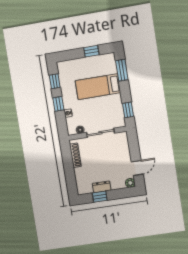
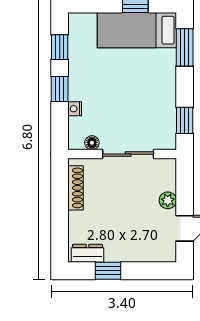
bed: (98, 87) -> (137, 30), moved
plant: (130, 183) -> (168, 200), moved
dresser: (102, 187) -> (87, 253), moved

